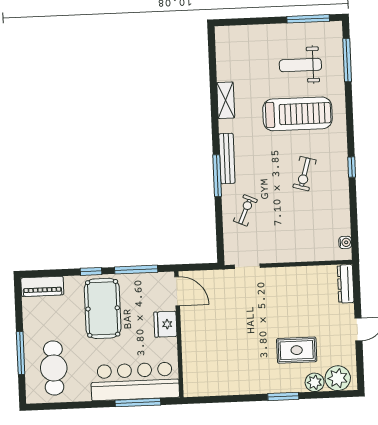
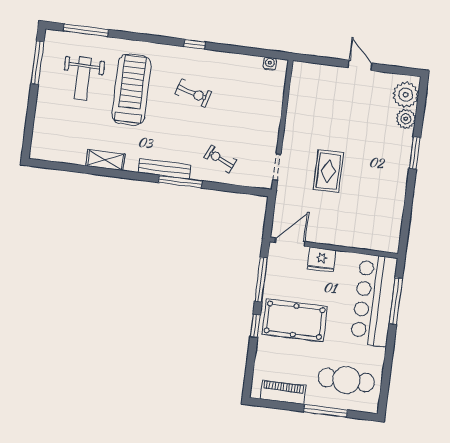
dresser: (346, 284) -> (312, 70), removed
piano: (42, 286) -> (283, 392), moved, turned -90
rug: (297, 350) -> (328, 171), moved

